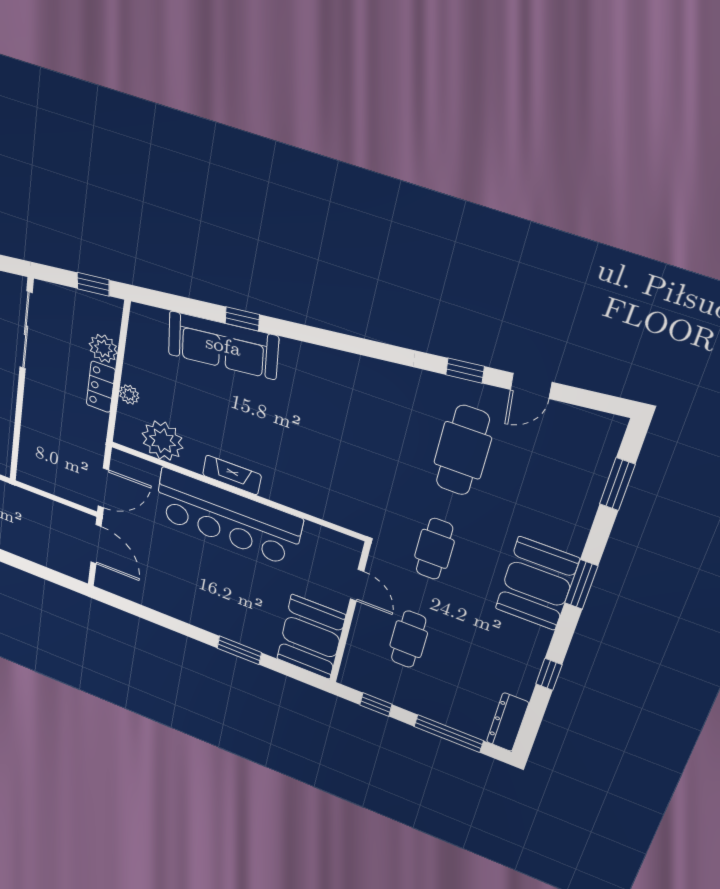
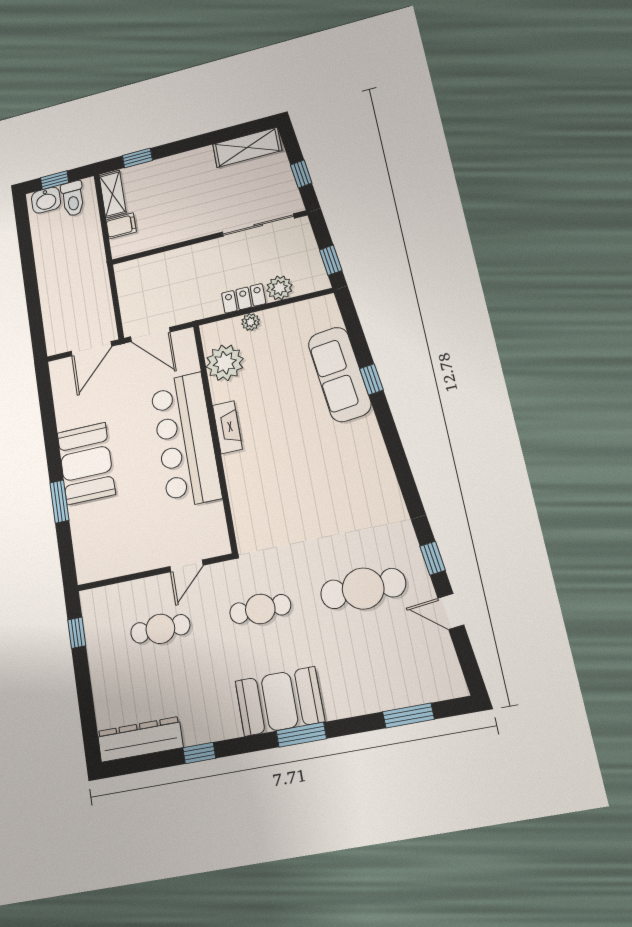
booth: (311, 637) -> (86, 463), moved, turned 90
dresser: (508, 722) -> (140, 739), width x1.37, depth x1.24
window: (449, 734) -> (86, 704), removed

